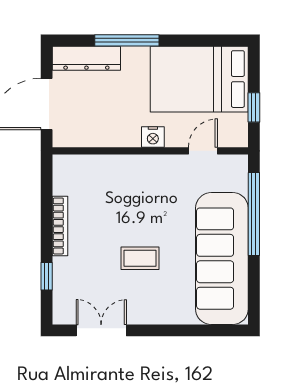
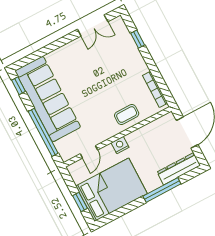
window: (254, 107) -> (80, 202), moved
bookcase: (60, 226) -> (155, 89), moved
coffee table: (140, 258) -> (127, 115), moved
window: (254, 300) -> (19, 86), added

